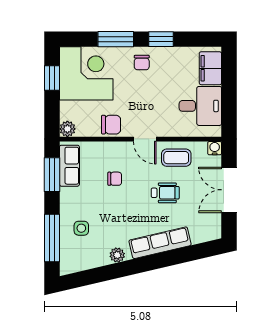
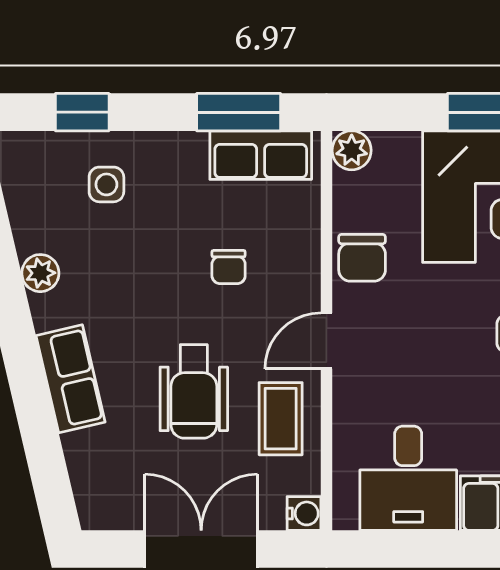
wheelchair: (165, 193) -> (194, 391), width x1.36, depth x1.37
window: (52, 238) -> (82, 112), width x0.46
row of seats: (160, 243) -> (71, 379), width x0.68

